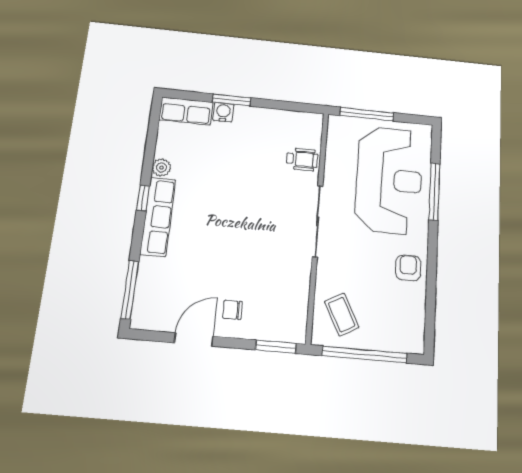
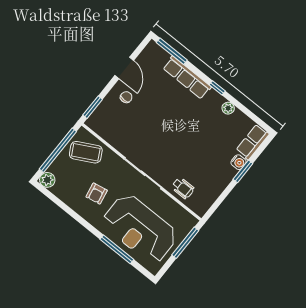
wheelchair: (302, 159) -> (183, 188), turned -90
row of seats: (158, 217) -> (187, 78), moved
armchair: (408, 268) -> (97, 194), moved, turned 79
coffee table: (342, 315) -> (86, 152), width x1.36, depth x1.30
plant: (413, 342) -> (47, 180), added

